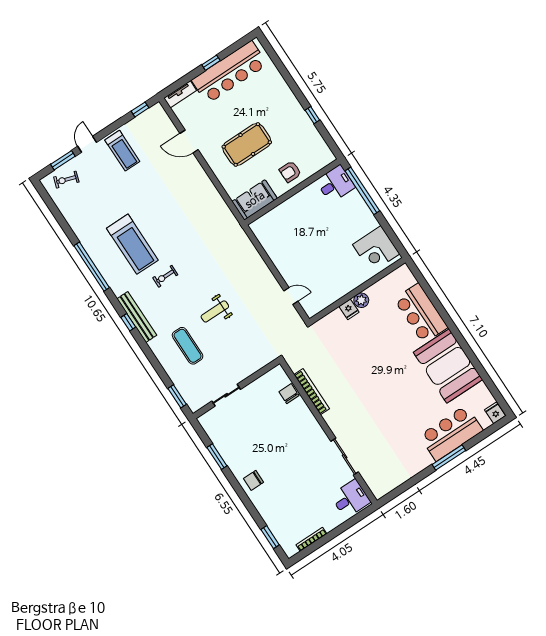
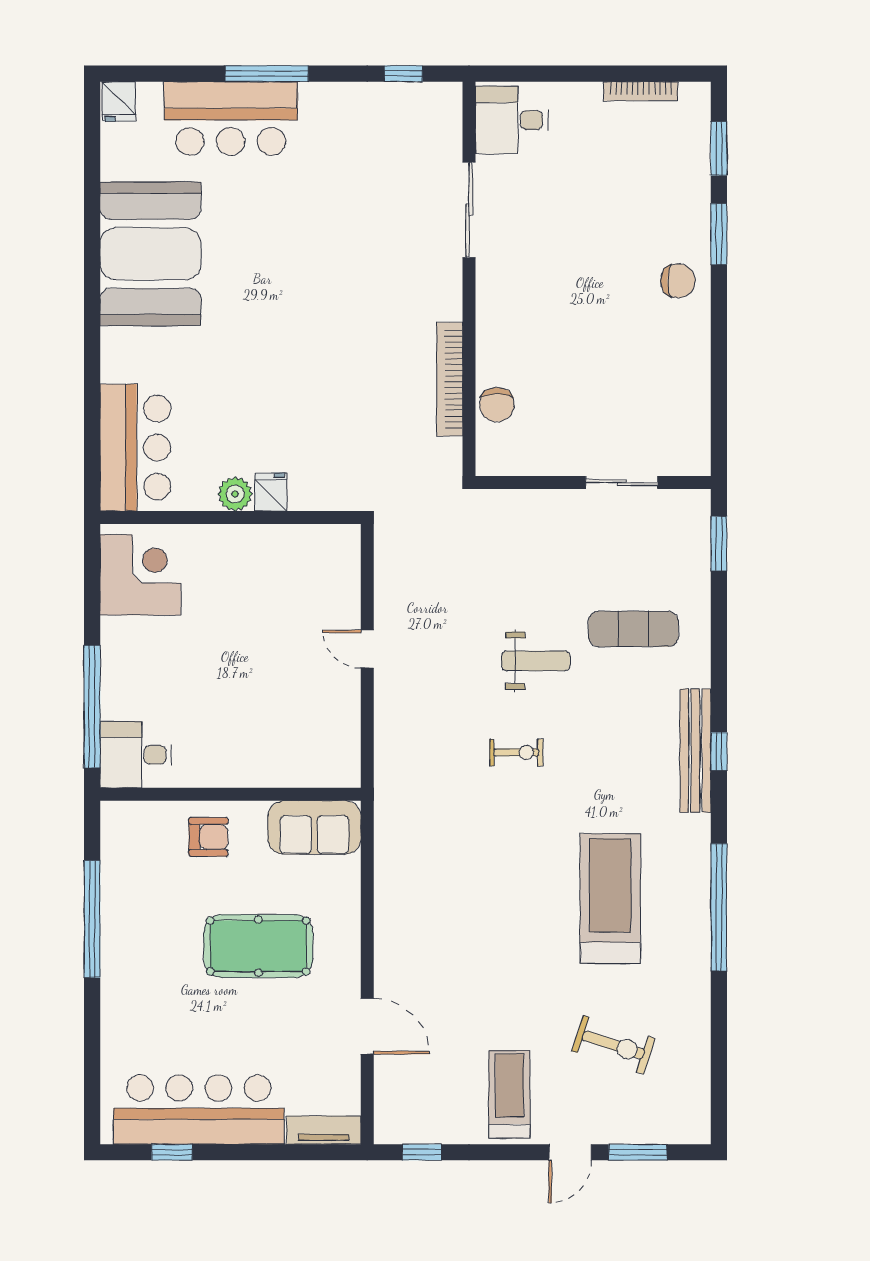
window: (211, 63) -> (172, 1152), moved
window: (312, 115) -> (92, 919), width x3.17
exercise bike: (66, 180) -> (613, 1045), moved, width x1.38, depth x1.39
exercise bike: (165, 276) -> (516, 752), moved
door: (291, 296) -> (367, 649), moved
bar counter: (421, 313) -> (135, 448), moved
exercise mat: (188, 346) -> (633, 629), turned 90
window: (217, 457) -> (719, 234), moved
window: (400, 490) -> (403, 74), added

